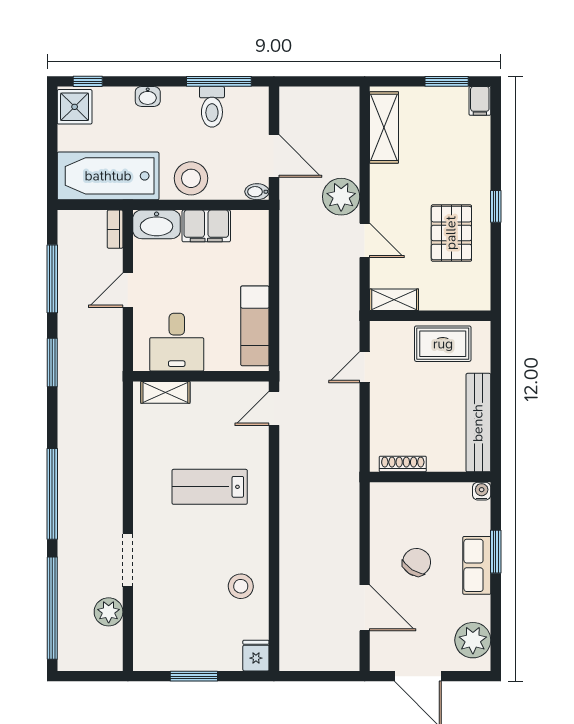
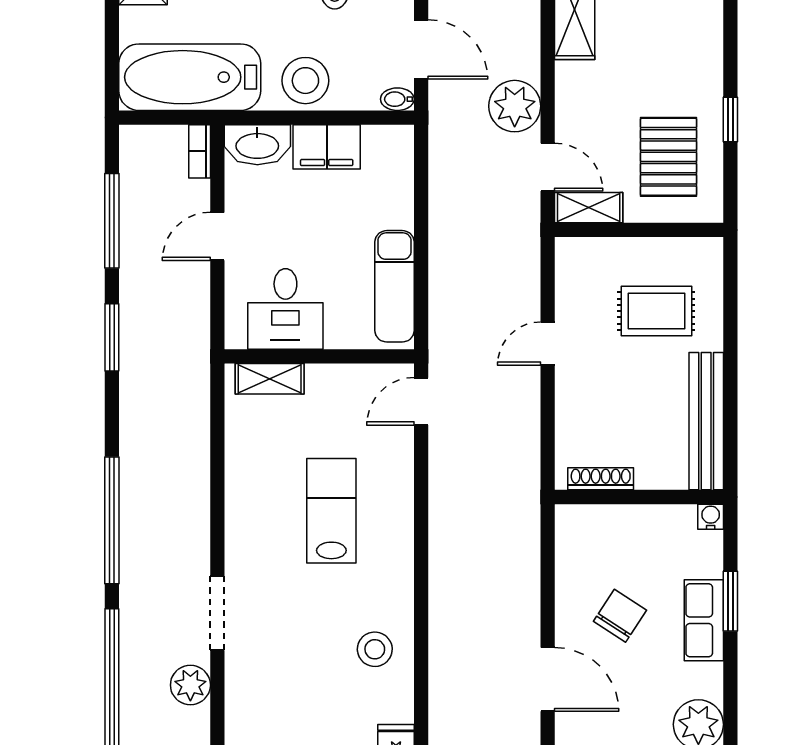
shelving: (394, 300) -> (589, 208), moved
wall: (430, 316) -> (639, 230), moved
lab bench: (210, 487) -> (331, 511), turned 90

